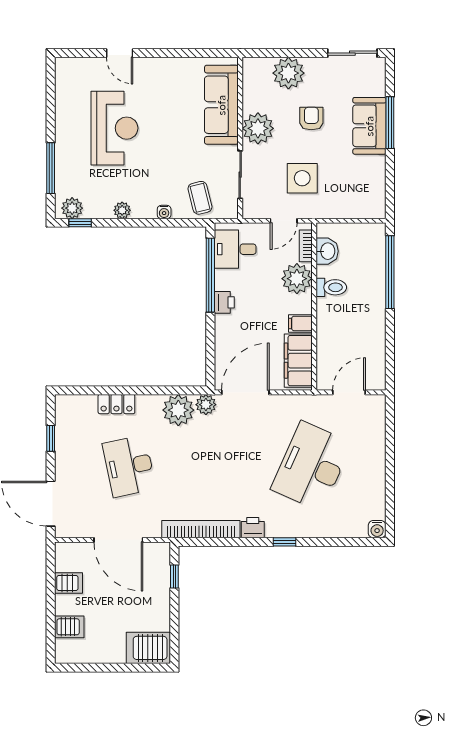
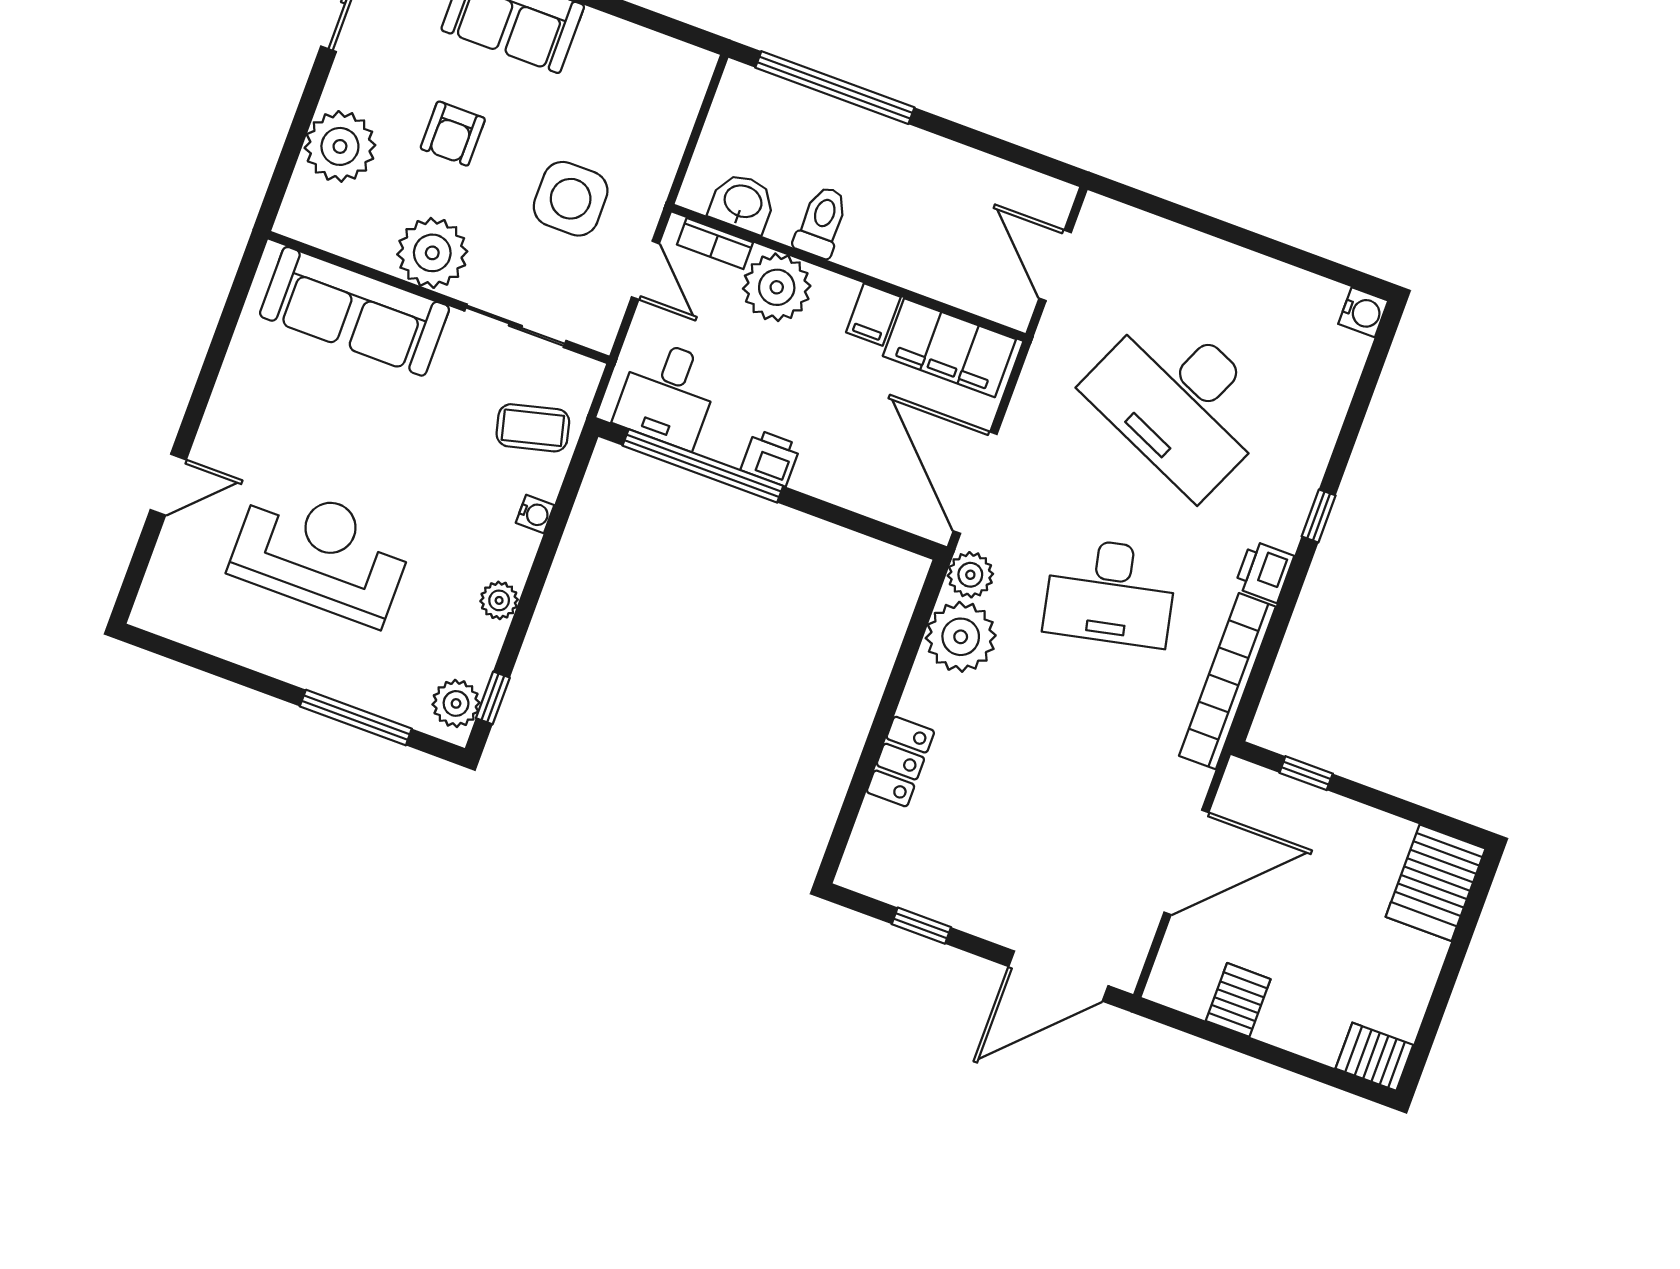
armchair: (311, 119) -> (453, 134), turned -90
desk: (129, 466) -> (1110, 592), moved
server rack: (69, 627) -> (1374, 1057), moved, turned -90

